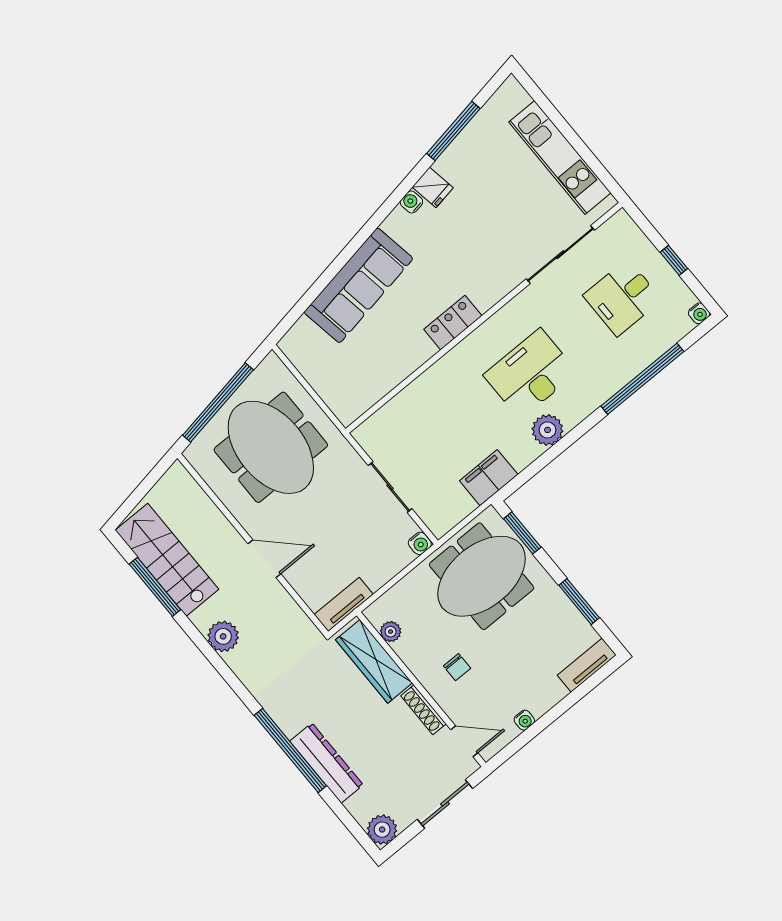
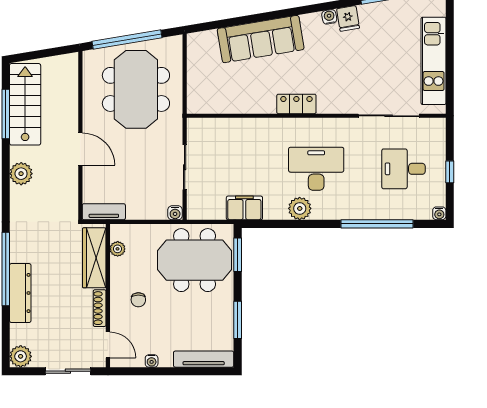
tv unit: (587, 665) -> (204, 359), width x1.41

